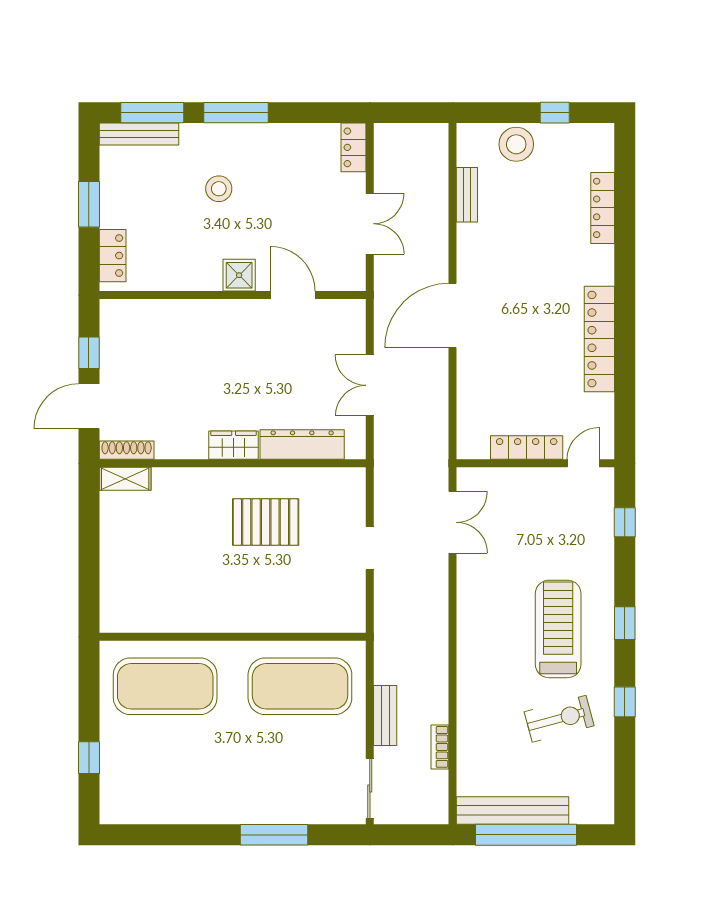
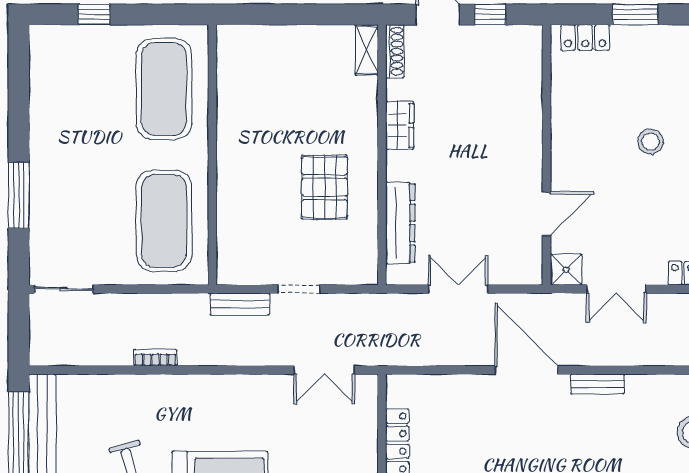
bench: (467, 195) -> (597, 384), moved
shower: (239, 275) -> (566, 270), moved
wardrobe: (234, 445) -> (400, 125), moved
bench: (385, 716) -> (240, 304), moved
bookcase: (440, 747) -> (155, 358), moved

